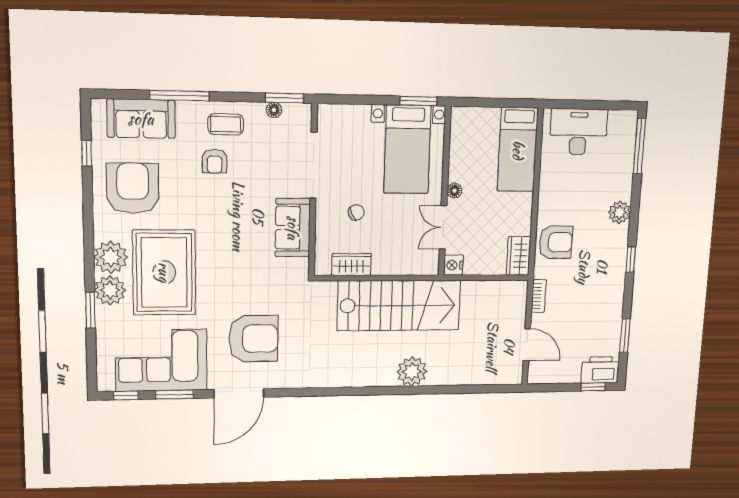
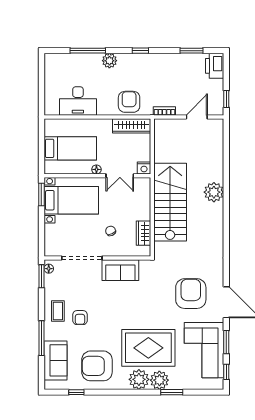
floor lamp: (274, 110) -> (49, 269), moved
desk: (578, 132) -> (78, 101), moved, turned -90
window: (640, 146) -> (88, 51), moved
bed: (518, 150) -> (70, 148), moved
armchair: (215, 161) -> (80, 318), turned 90
wardrobe: (519, 256) -> (132, 126), width x1.50
window: (593, 387) -> (226, 99), moved

